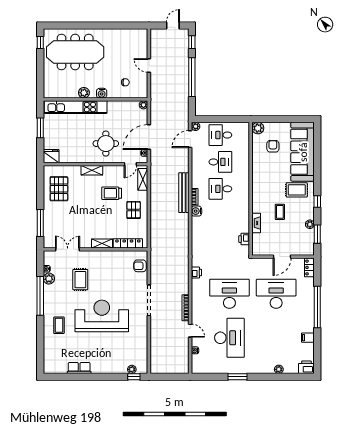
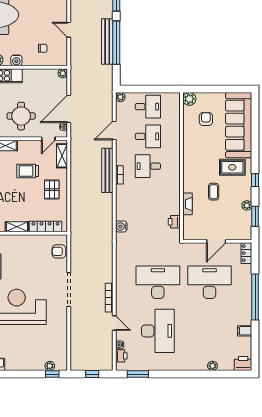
bench: (184, 76) -> (107, 42), added
desk: (220, 135) -> (148, 107), turned 180
door: (190, 139) -> (114, 131), moved
water cooler: (196, 211) -> (121, 226), moved
printer: (196, 273) -> (121, 356), moved
window: (170, 377) -> (92, 374), added
window: (237, 377) -> (138, 374), moved

